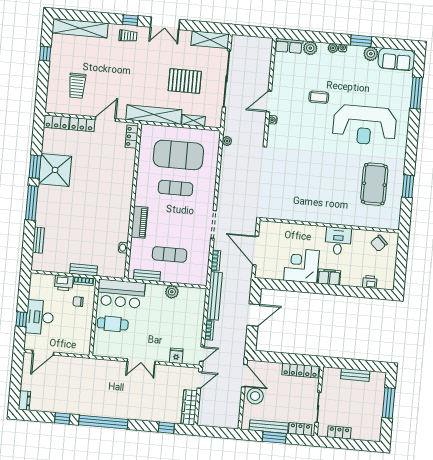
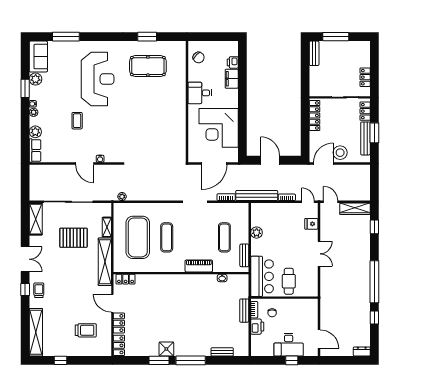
pallet: (185, 81) -> (73, 238), turned 90
shower: (55, 170) -> (166, 349), width x0.54, depth x0.54
corner desk: (301, 265) -> (219, 128), width x1.36, depth x1.36
filing cabinet: (329, 277) -> (232, 79), moved
bench: (355, 375) -> (314, 53), moved

